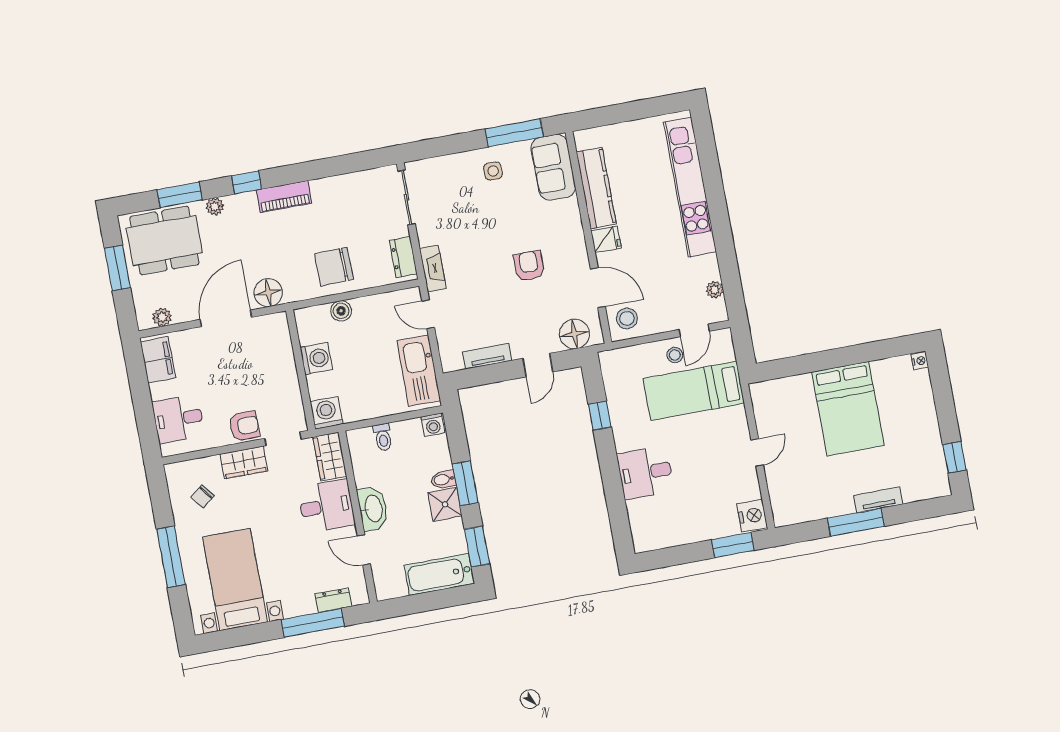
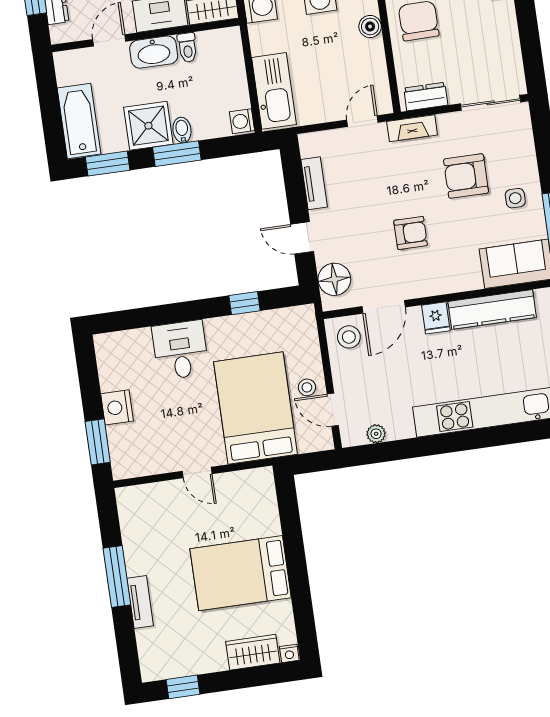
armchair: (475, 217) -> (466, 176), added
kitchen sink: (419, 371) -> (274, 91), moved, turned 90
bed: (694, 391) -> (256, 408), width x1.50
wardrobe: (920, 394) -> (253, 652), added
toilet: (383, 437) -> (187, 48), moved, turned -90
shower: (445, 504) -> (148, 126), width x1.36, depth x1.36
nightstand: (752, 516) -> (117, 407), moved, turned 90

